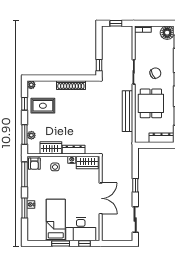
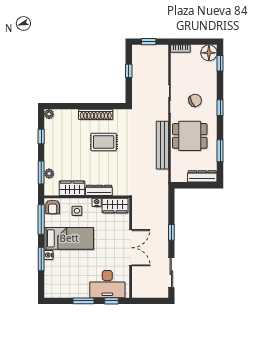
window: (99, 65) -> (129, 71), moved
dining table: (151, 103) -> (190, 136), turned 90
rug: (43, 106) -> (104, 142), moved
bed: (56, 220) -> (69, 238), moved, turned 90

